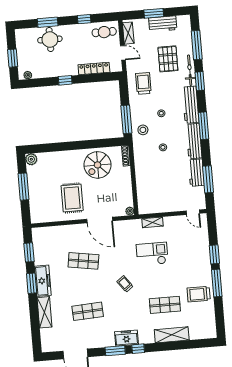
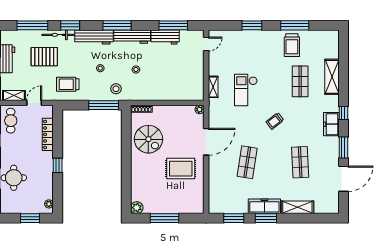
window: (217, 283) -> (295, 25), moved
window: (115, 351) -> (343, 147), moved

